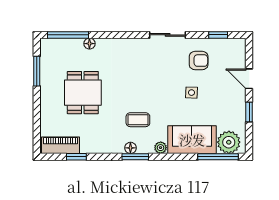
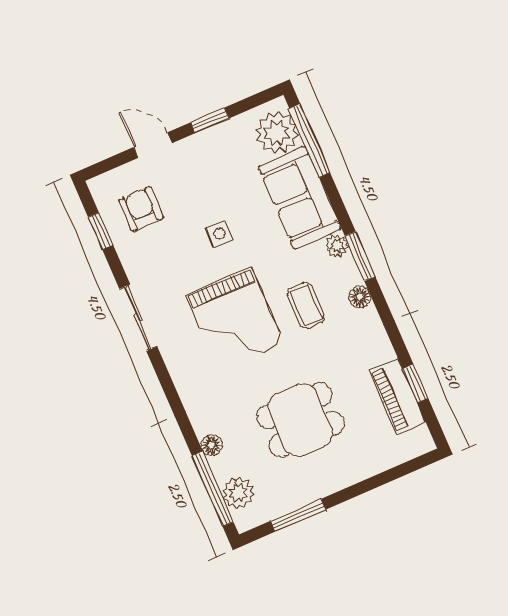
plant: (60, 47) -> (238, 493), added
armchair: (199, 61) -> (141, 209), moved
door: (249, 79) -> (153, 145), swing flipped
grand piano: (146, 82) -> (235, 319), added
piano: (61, 145) -> (397, 396), moved
window: (135, 157) -> (360, 256), moved

